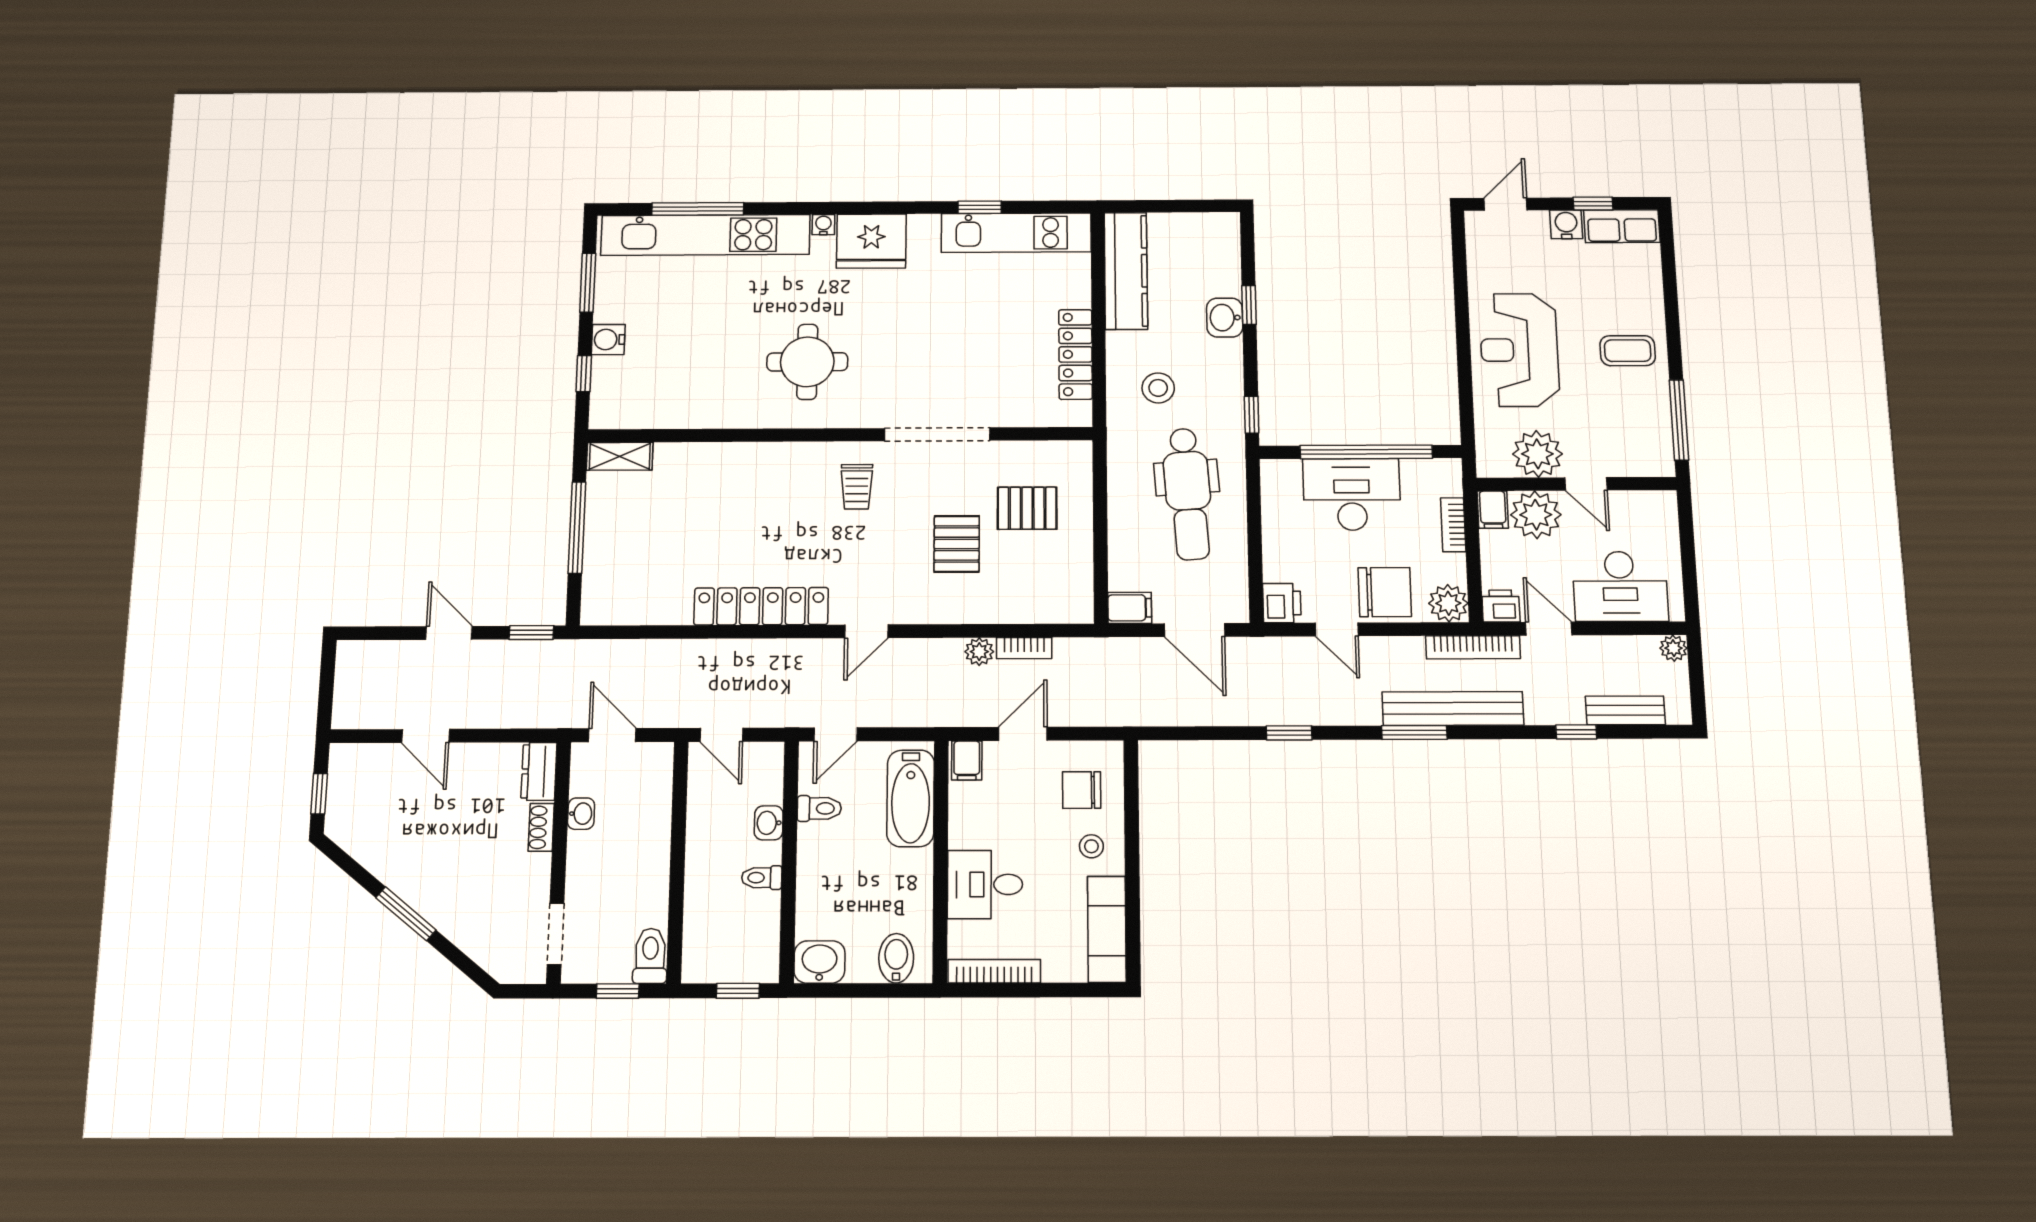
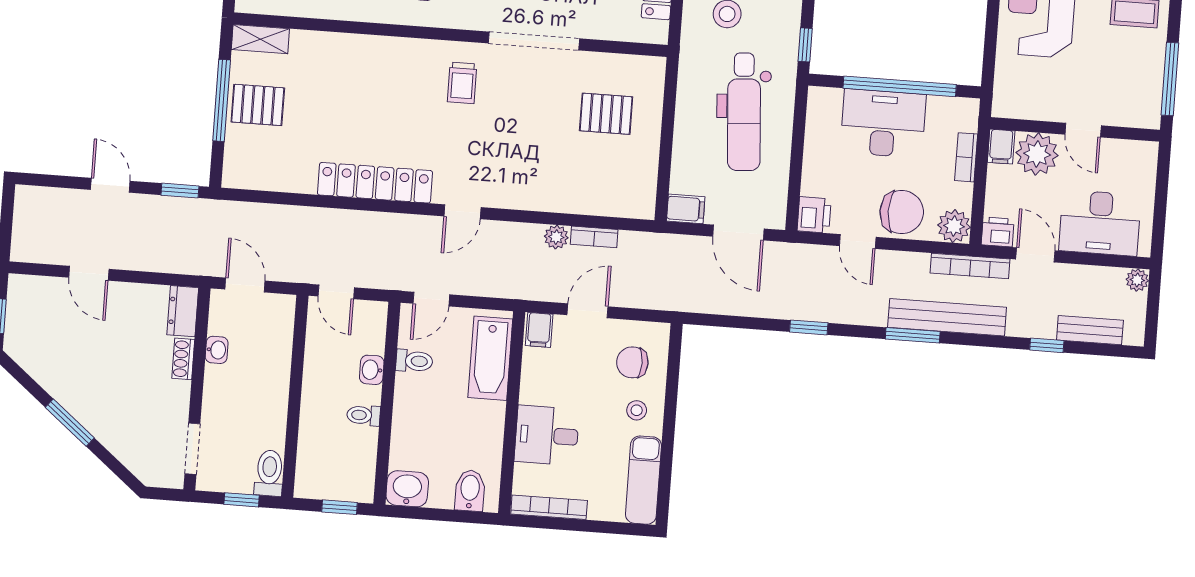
plant: (1537, 454) -> (1045, 100), removed
pallet: (957, 544) -> (258, 105), moved, turned 90

